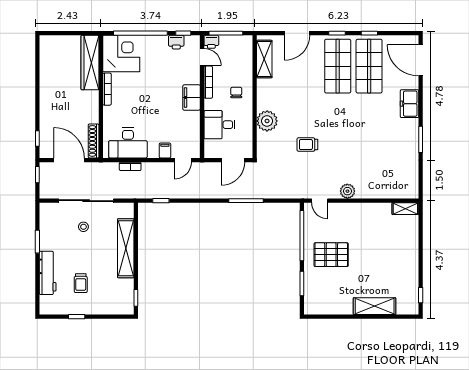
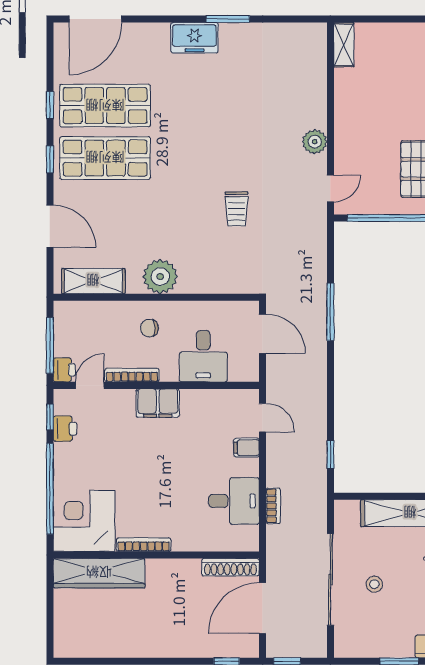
freezer: (410, 104) -> (194, 38), moved
plant: (267, 121) -> (160, 277), moved
desk: (128, 143) -> (234, 501), width x0.73

